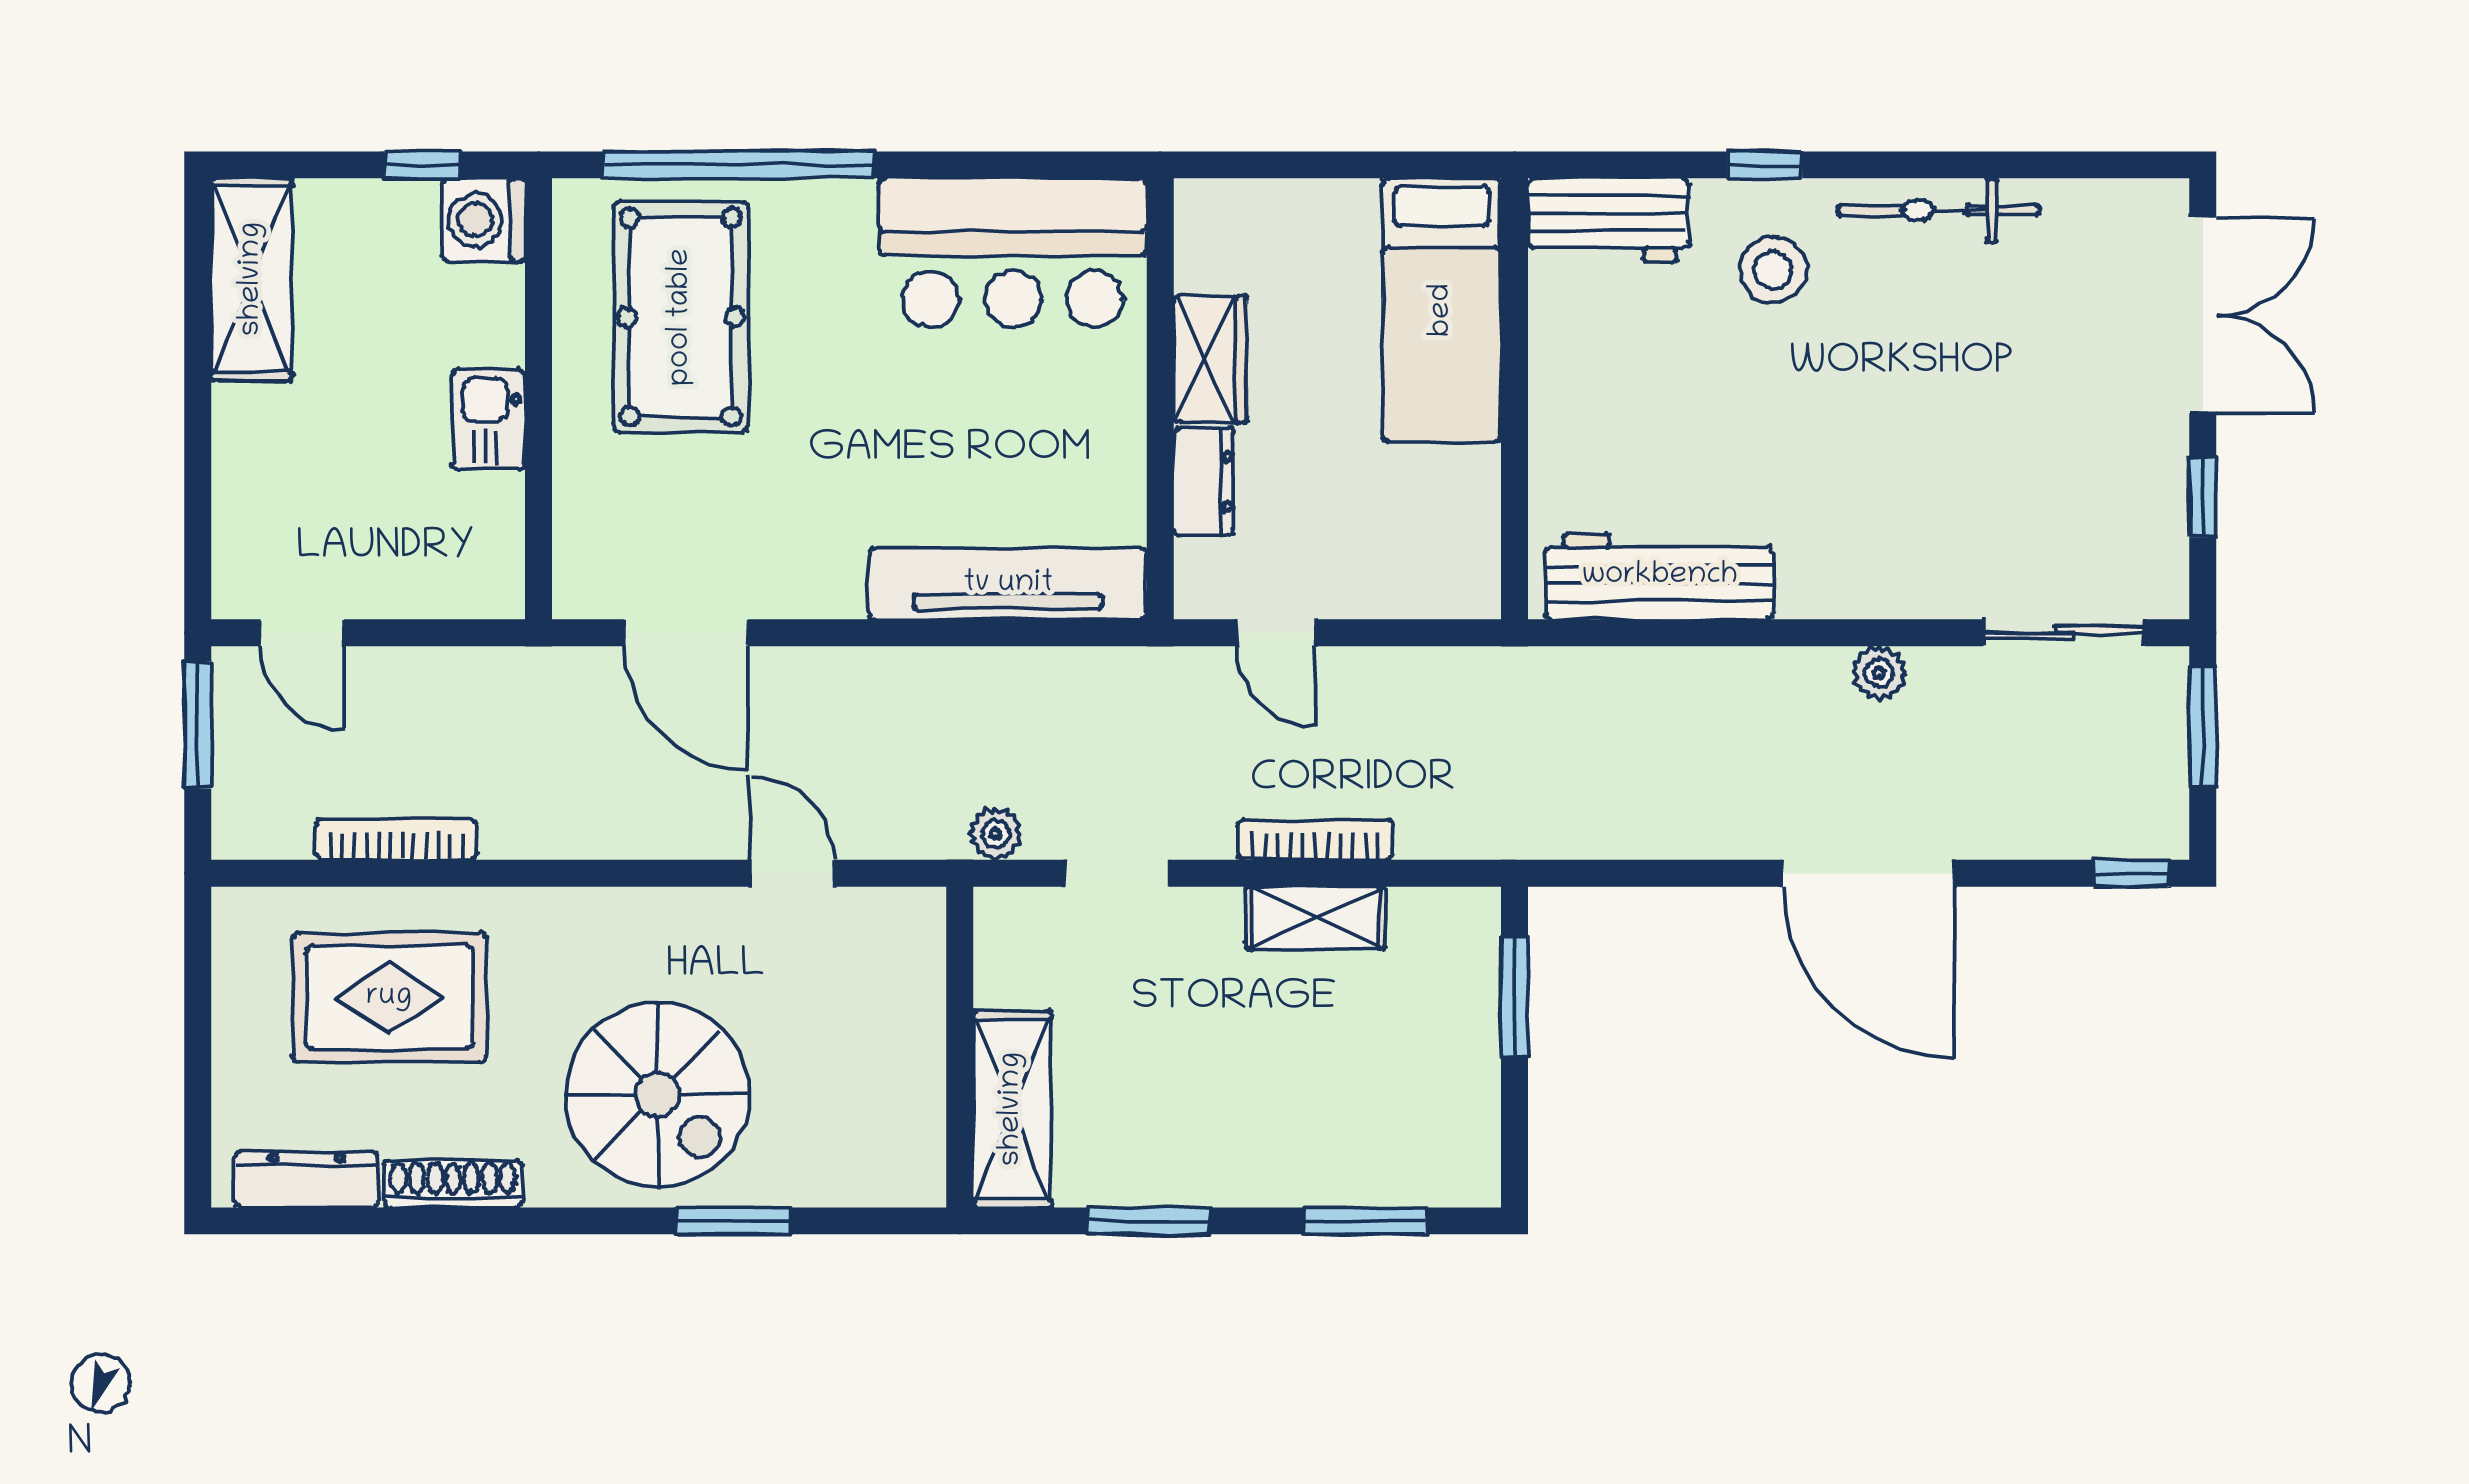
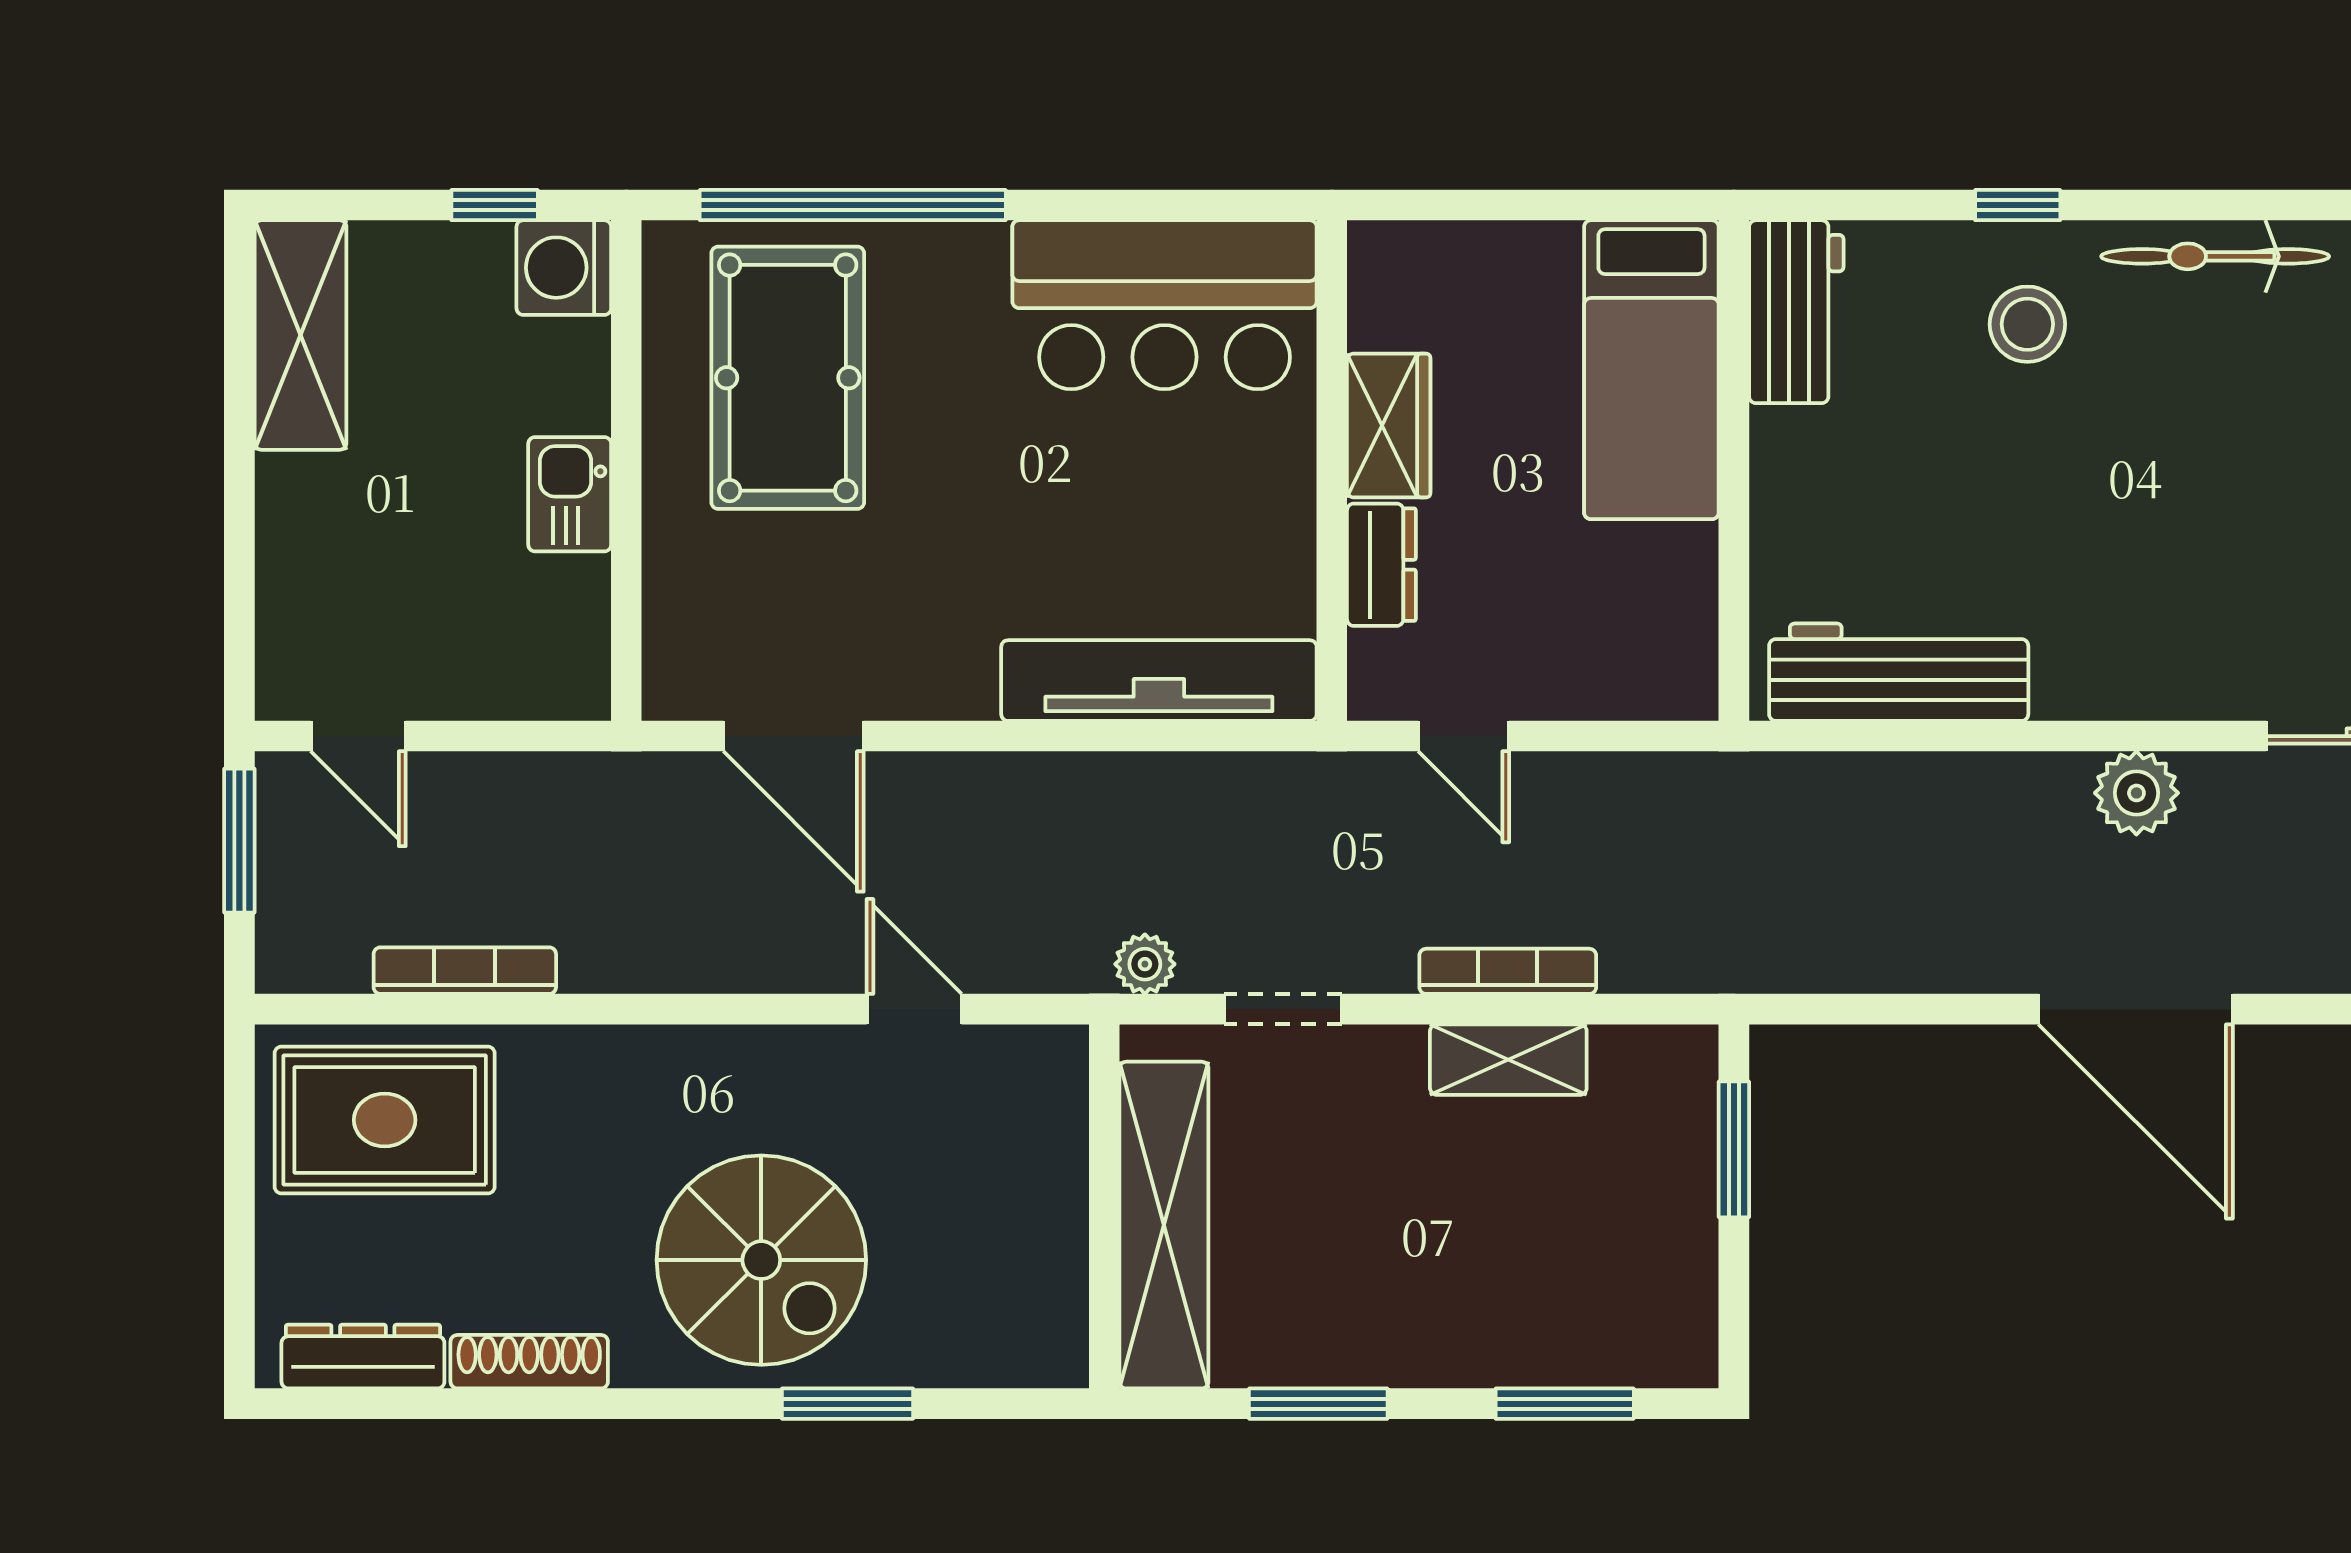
workbench: (1608, 220) -> (1796, 312), moved, turned -90
plant: (1879, 673) -> (2136, 793), width x1.38, depth x1.38
rug: (389, 997) -> (385, 1120), moved
shelving: (1012, 1109) -> (1164, 1225), width x1.47

